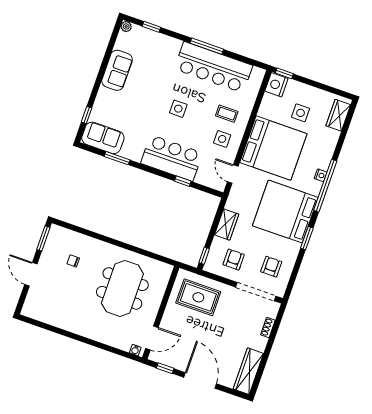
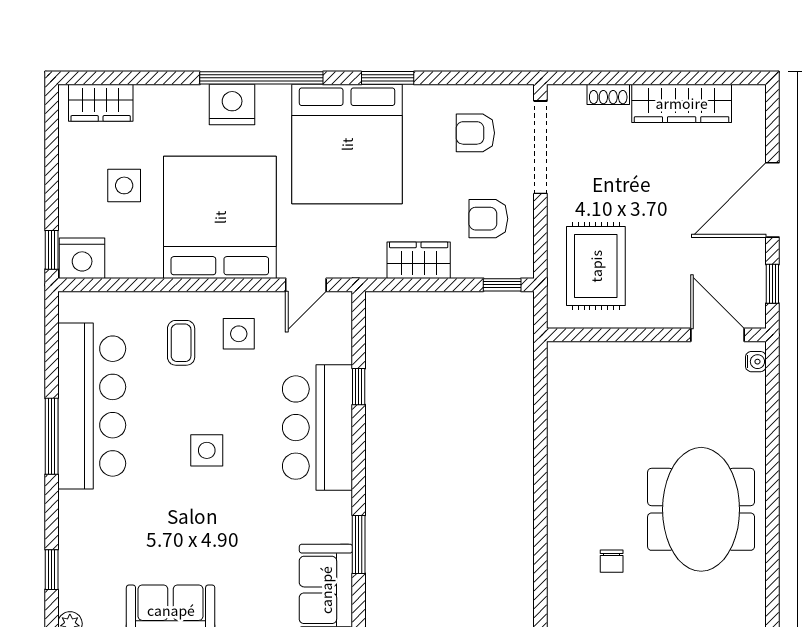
nightstand: (321, 175) -> (232, 104), width x1.89, depth x1.79
meeting table: (122, 288) -> (701, 509), moved, turned 90
wardrobe: (248, 371) -> (682, 103), moved

